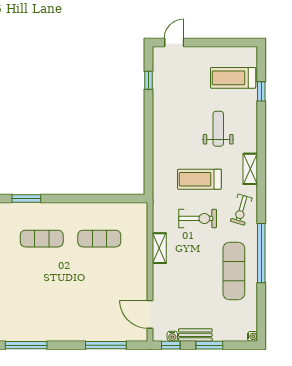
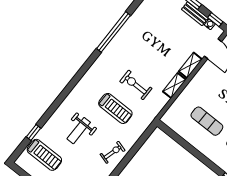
shelving: (250, 169) -> (190, 65), moved
exercise bike: (241, 210) -> (113, 152), moved
exercise mat: (234, 271) -> (139, 34), removed

